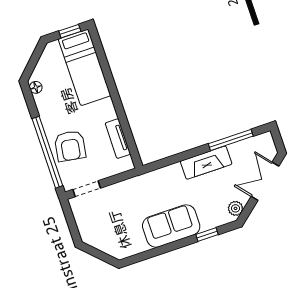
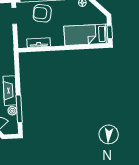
plant: (237, 150) -> (12, 111), added

